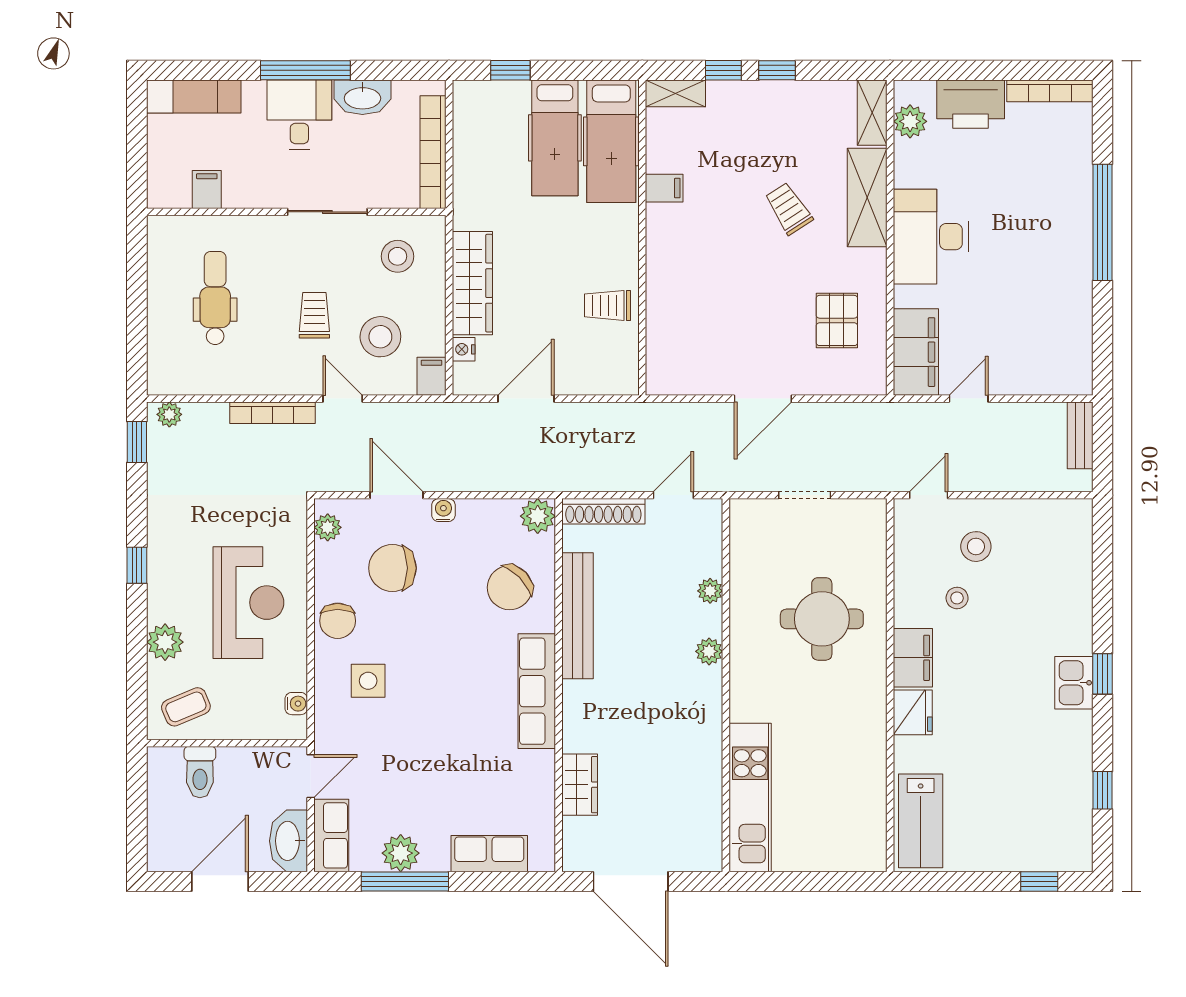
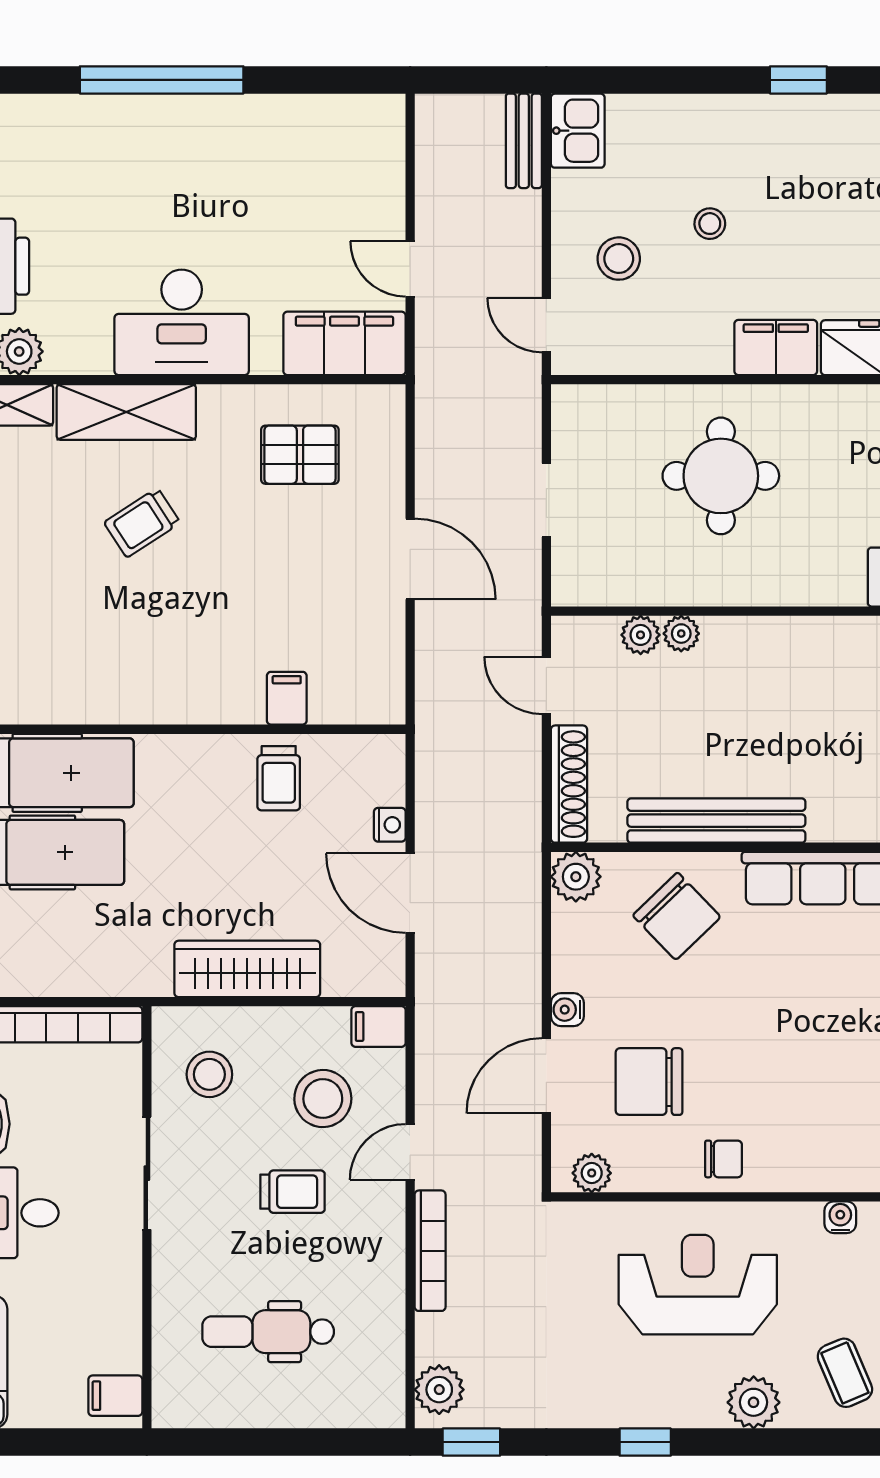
filing cabinet: (664, 188) -> (287, 698), moved
filing cabinet: (207, 190) -> (115, 1396), moved
trolley: (314, 315) -> (293, 1192), turned 180
nightstand: (464, 349) -> (390, 825), moved, turned -90
plant: (169, 414) -> (439, 1390), width x1.38, depth x1.38
bench: (1080, 435) -> (524, 141), moved, turned 90
chair: (392, 568) -> (649, 1082), turned 90
stool: (957, 598) -> (710, 224), moved
chair: (338, 621) -> (724, 1159), width x0.73, depth x0.73
plant: (709, 651) -> (641, 635), moved
side table: (368, 681) -> (808, 1116), removed
kitchen sink: (1074, 683) -> (578, 131), moved, turned -90

